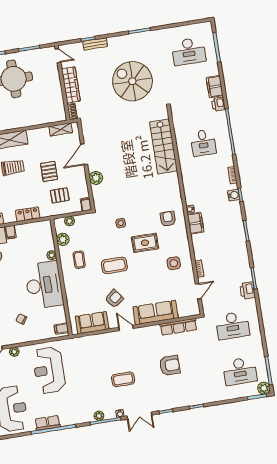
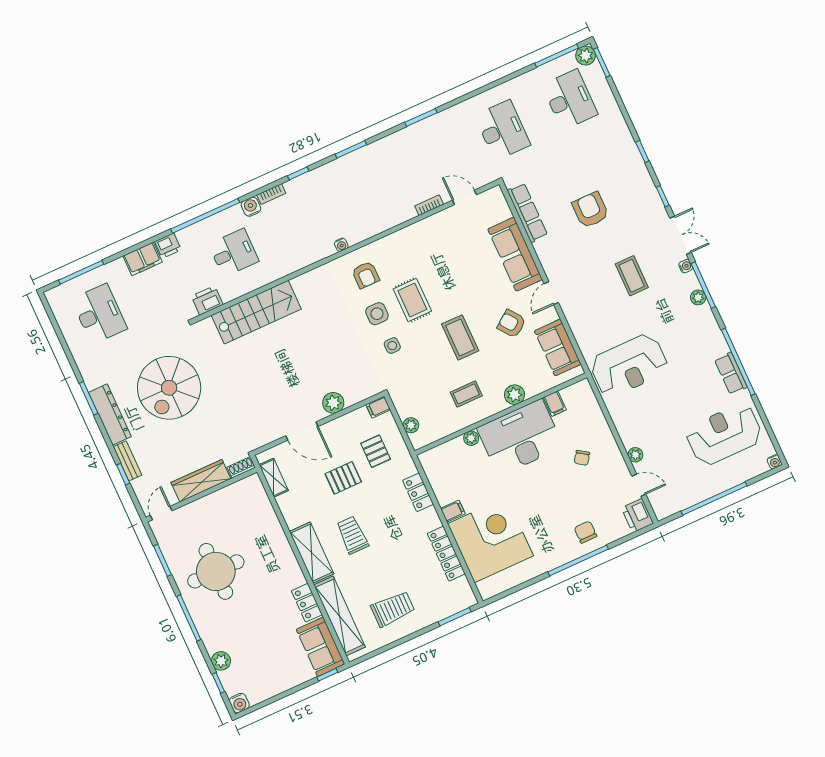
dresser: (126, 41) -> (110, 415), added
water cooler: (234, 195) -> (251, 207), moved
armchair: (168, 219) -> (366, 275), turned -90
filing cabinet: (196, 223) -> (361, 230), removed
plant: (63, 239) -> (515, 395), moved
side table: (174, 263) -> (377, 314), moved
printer: (248, 291) -> (207, 300), moved, turned 180
filing cabinet: (61, 329) -> (555, 404), moved
reception desk: (49, 370) -> (629, 366), moved

